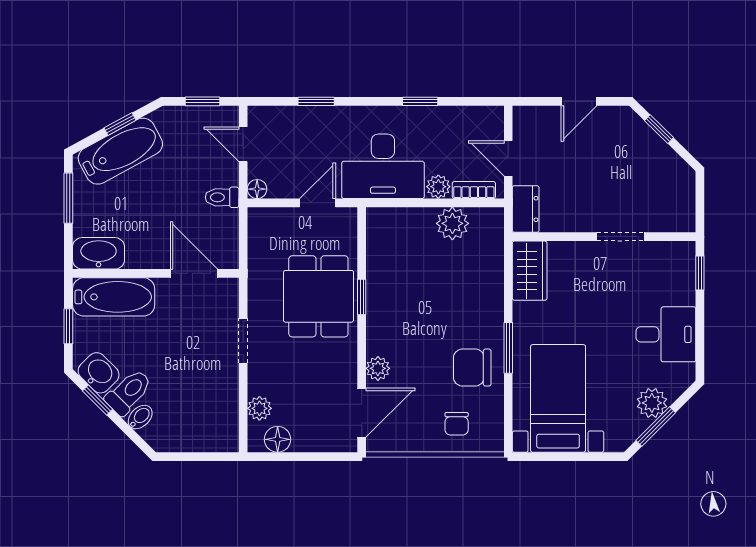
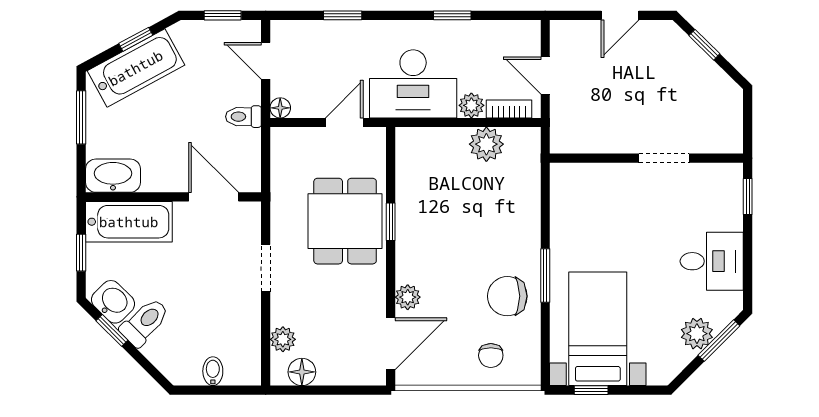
dresser: (526, 209) -> (564, 129), removed
wardrobe: (530, 271) -> (568, 194), removed
bidet: (140, 417) -> (213, 371), moved, turned -45
window: (656, 427) -> (719, 341), moved
window: (552, 457) -> (591, 390), added

